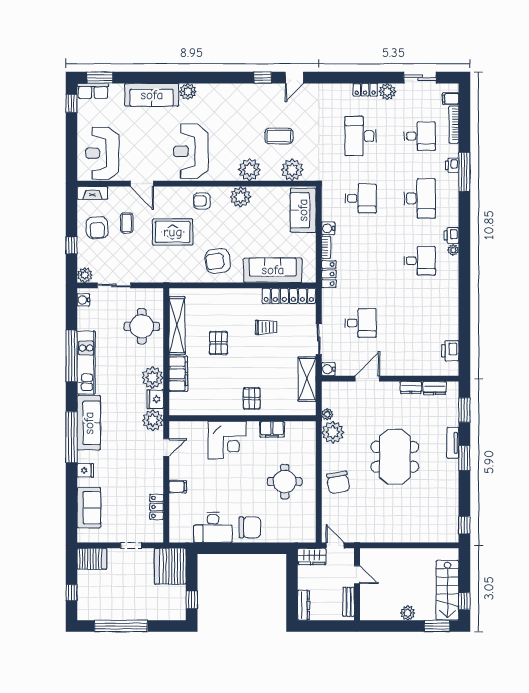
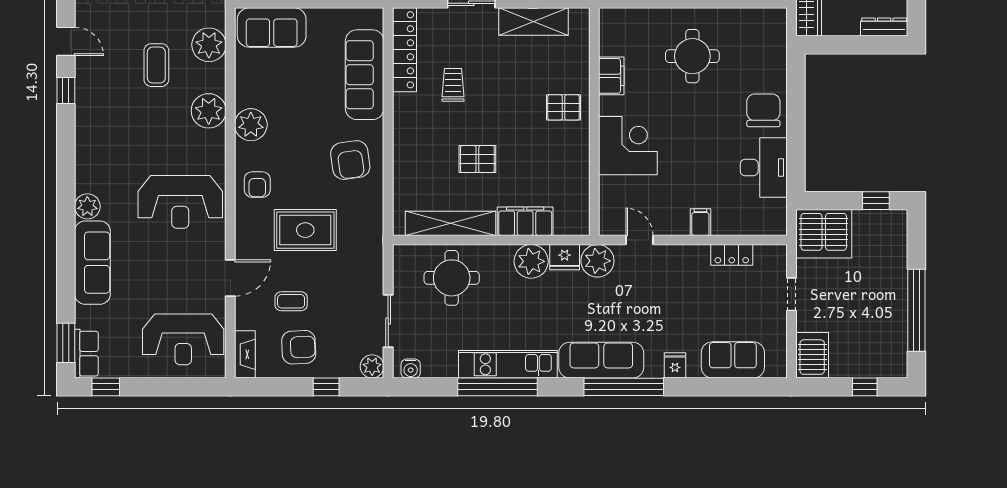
rug: (173, 232) -> (305, 230), turned 90

